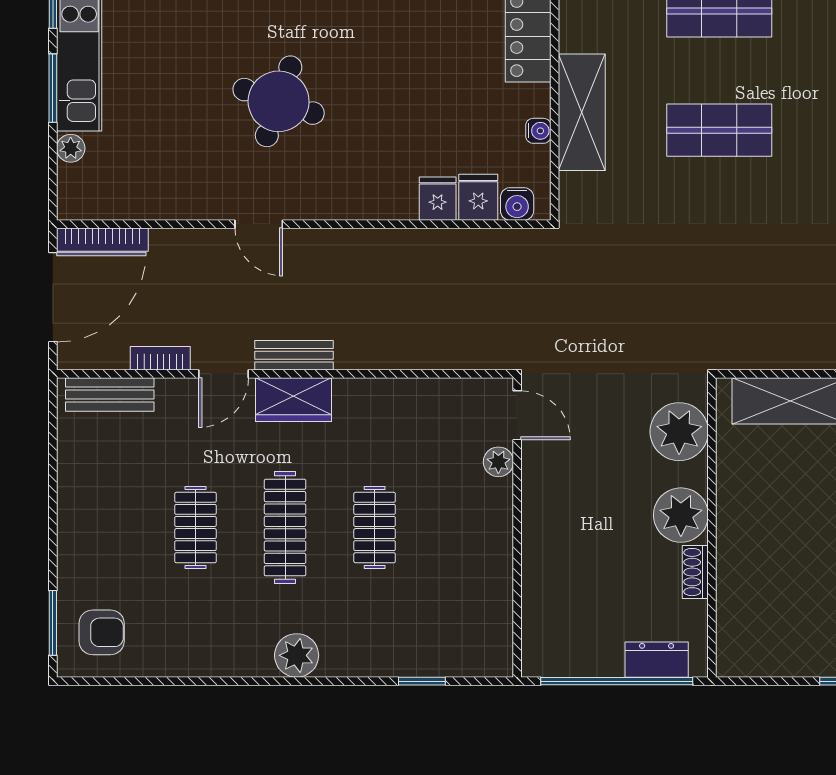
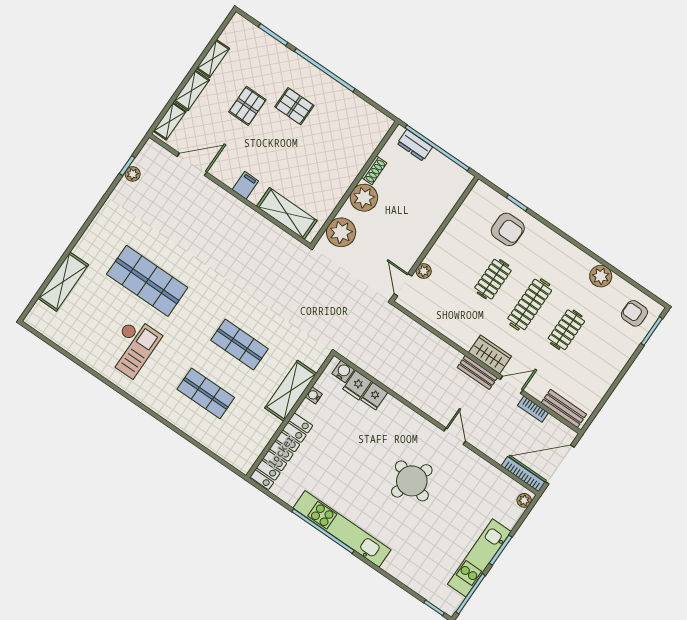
plant: (71, 148) -> (524, 500), moved
armchair: (407, 627) -> (508, 229), added
plant: (297, 655) -> (601, 276), moved

